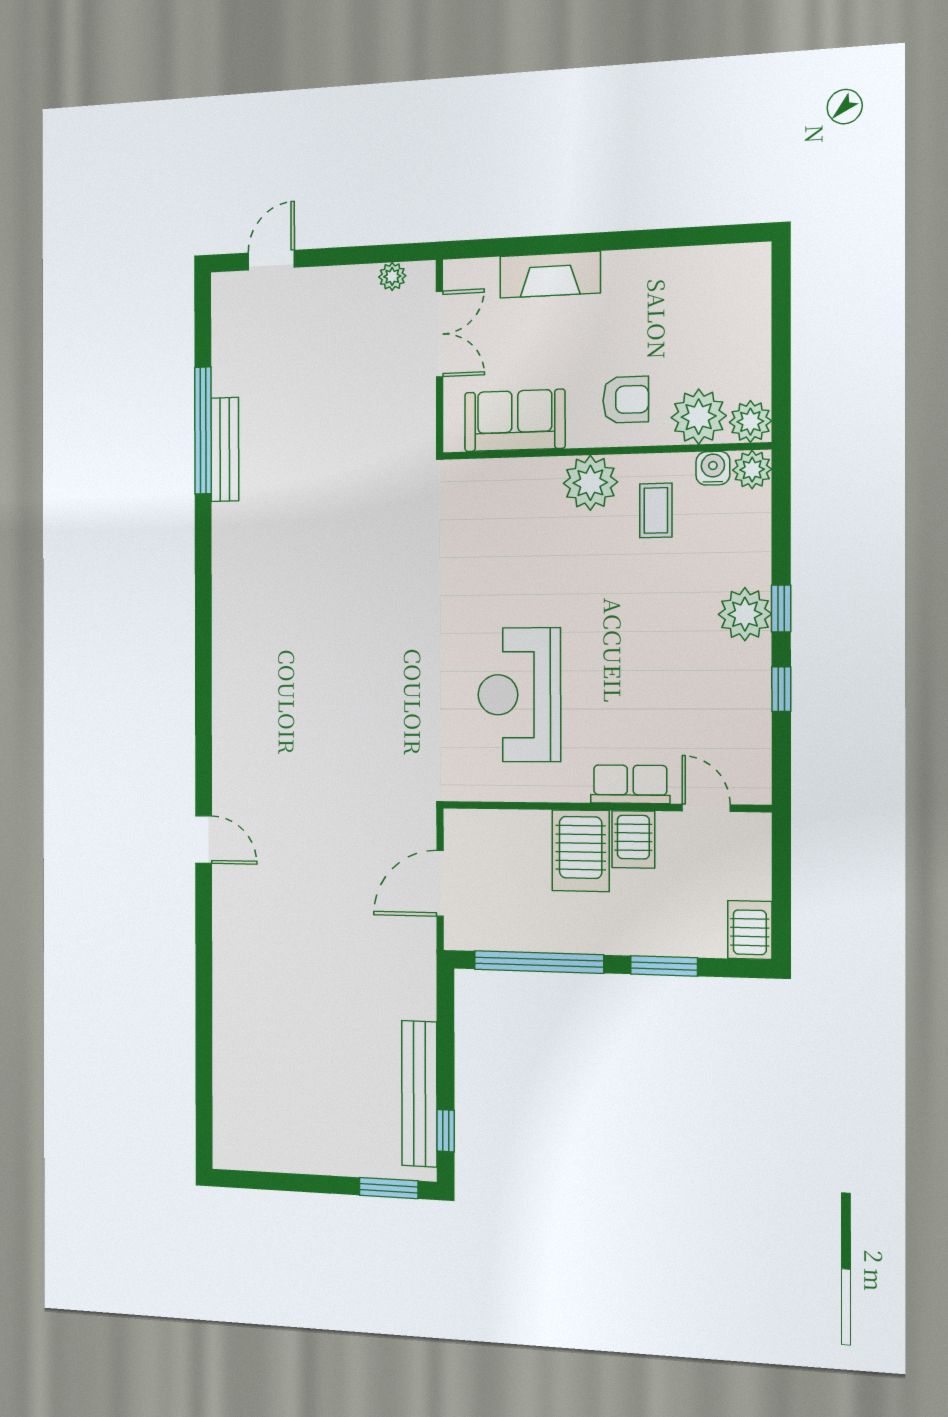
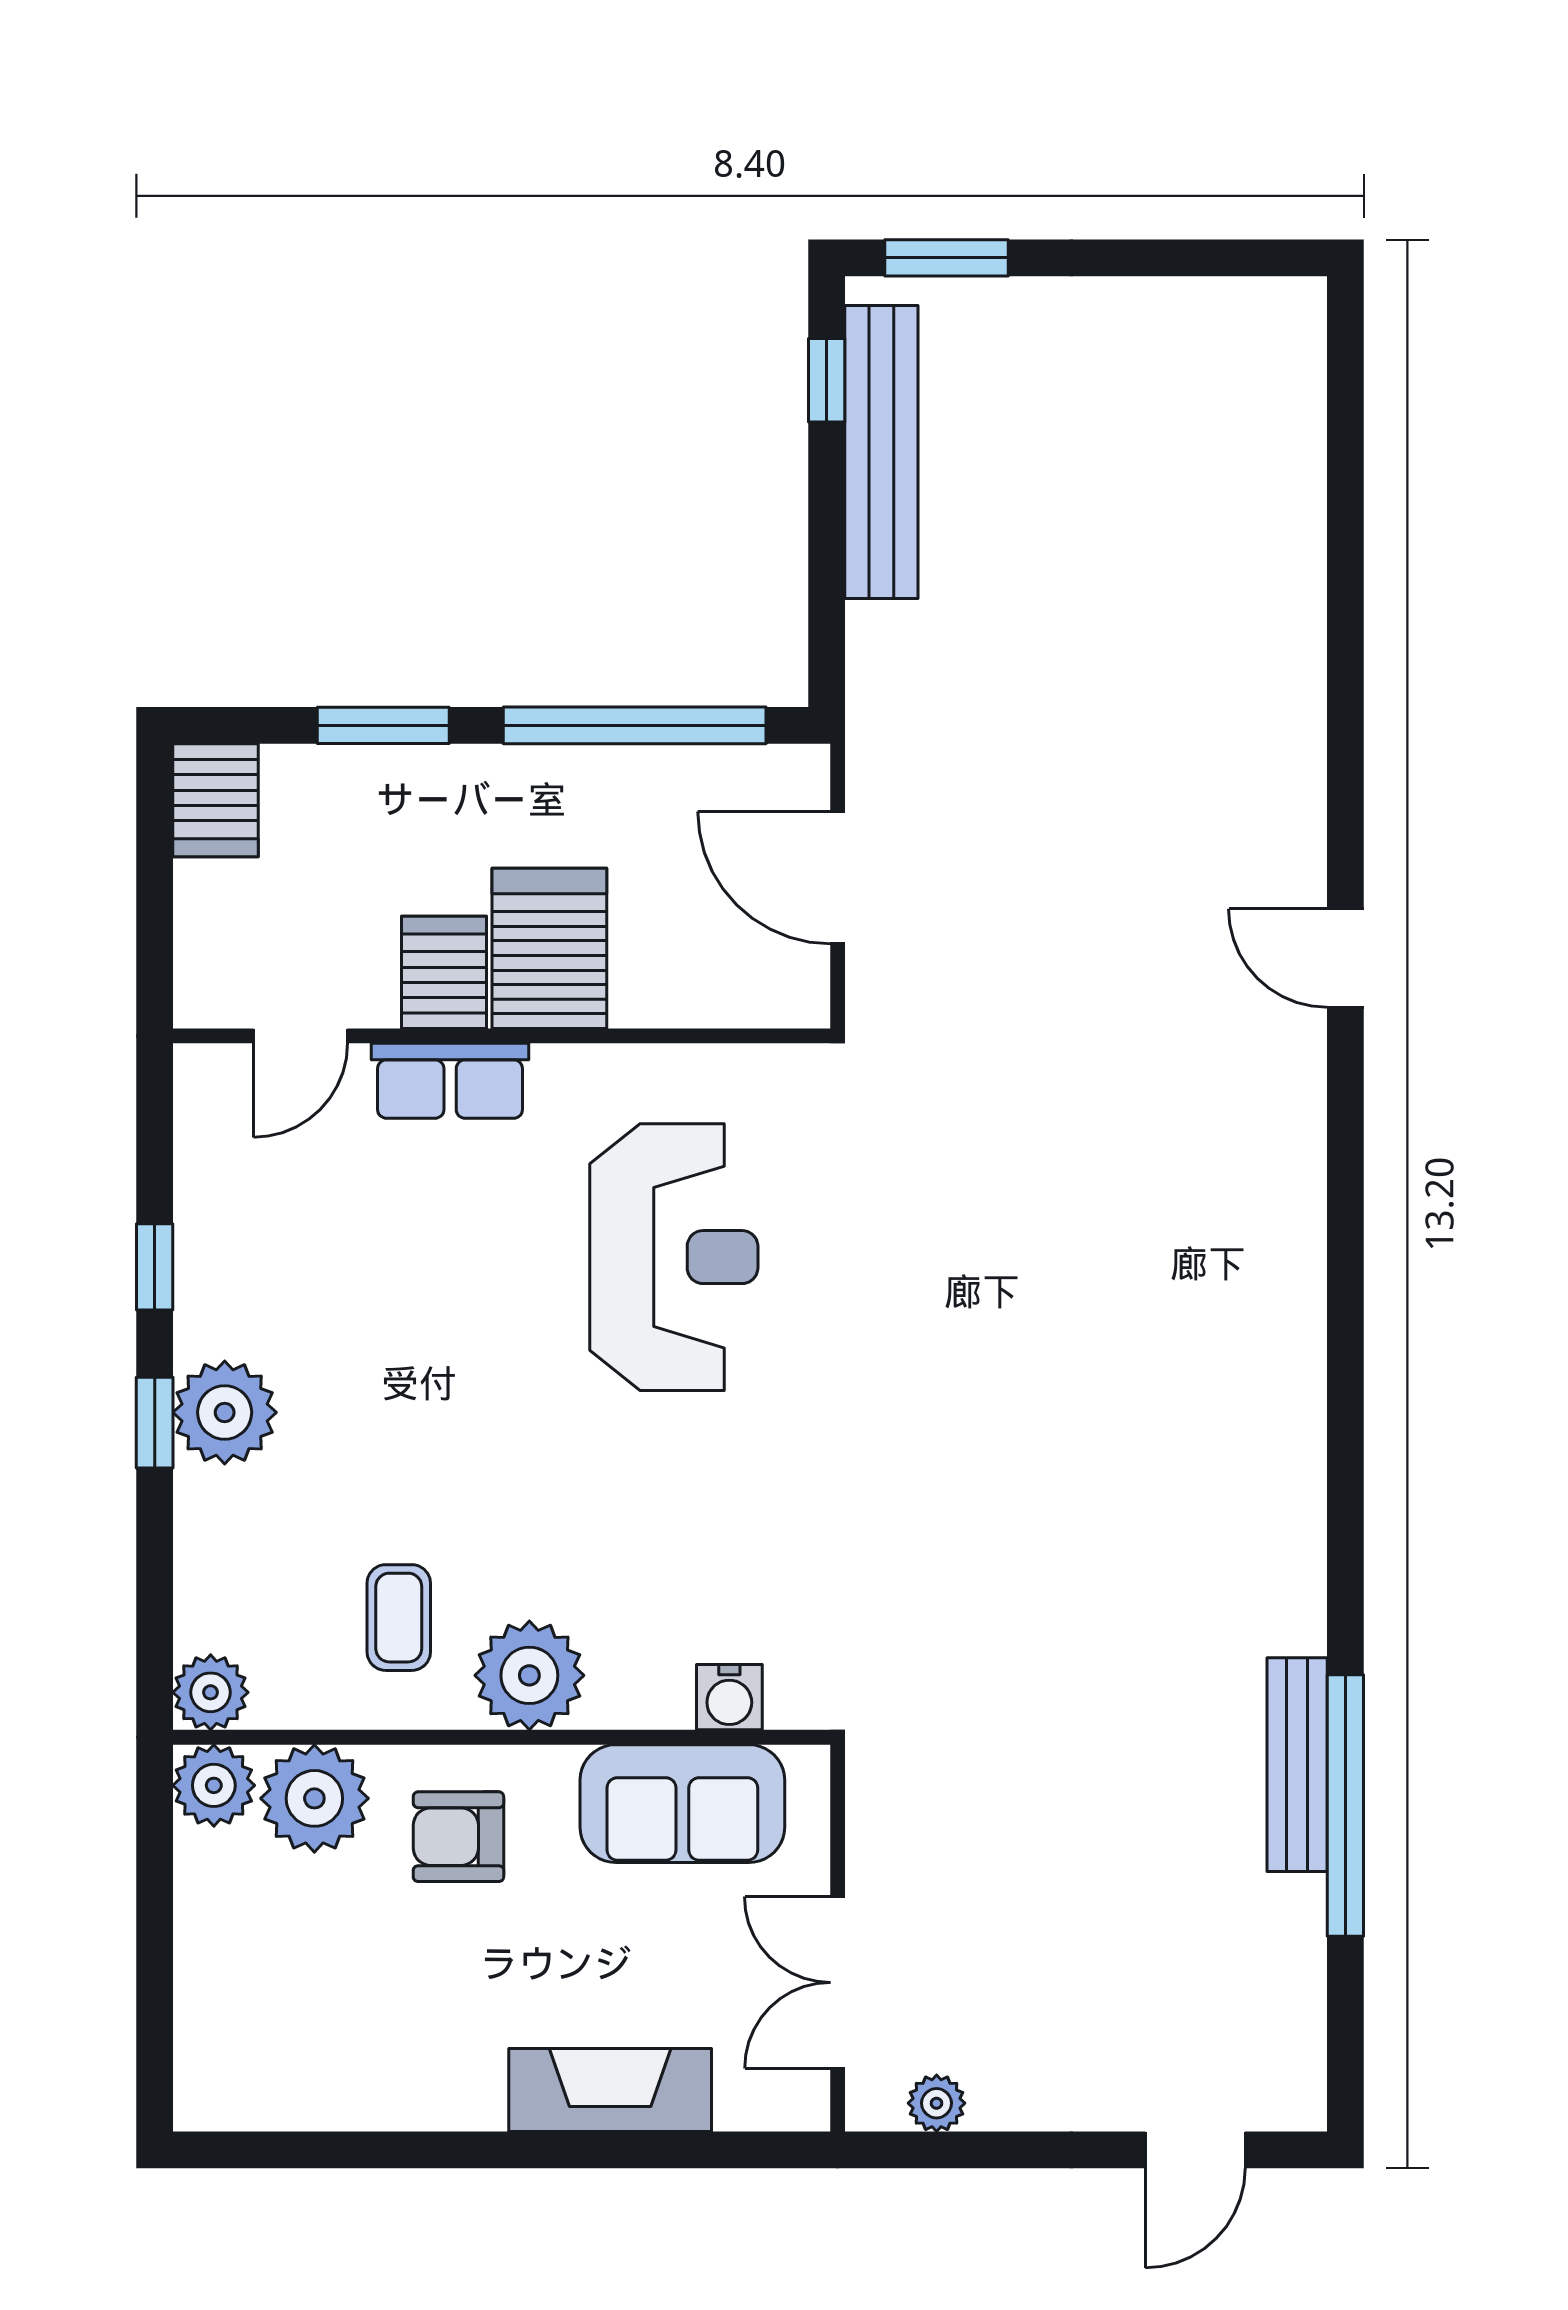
water cooler: (713, 468) -> (729, 1697), moved
door: (706, 808) -> (300, 1036), hinge flipped
door: (440, 883) -> (838, 878), swing flipped

